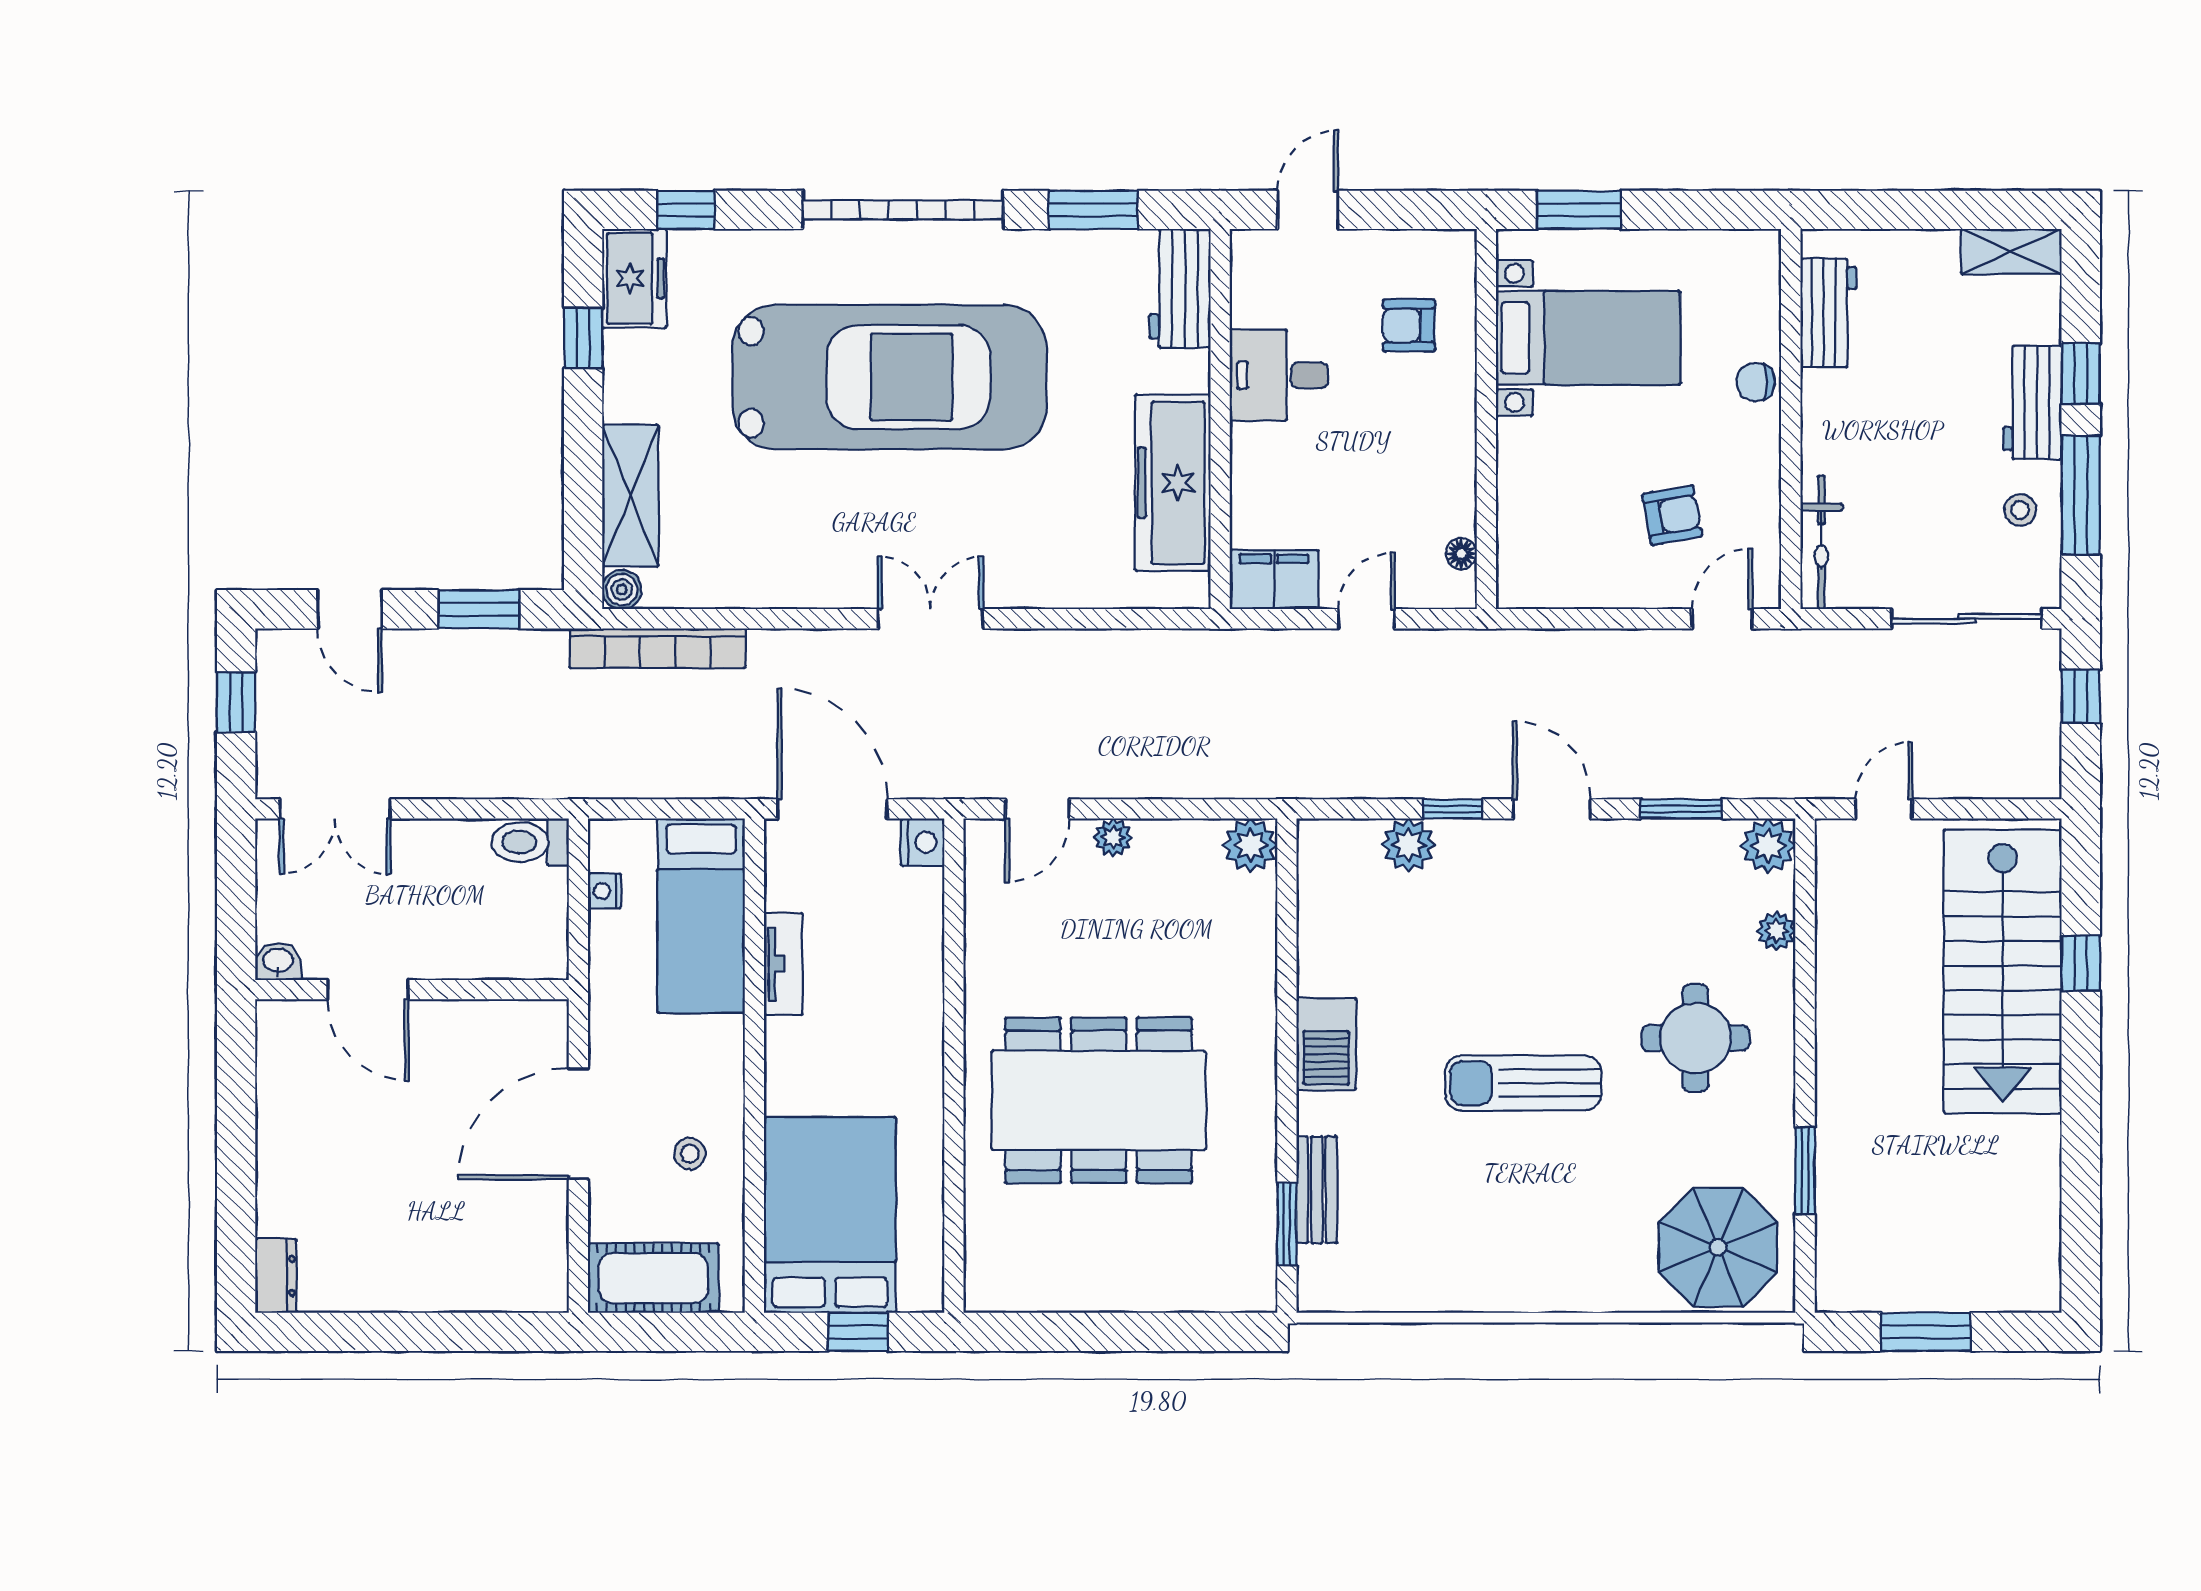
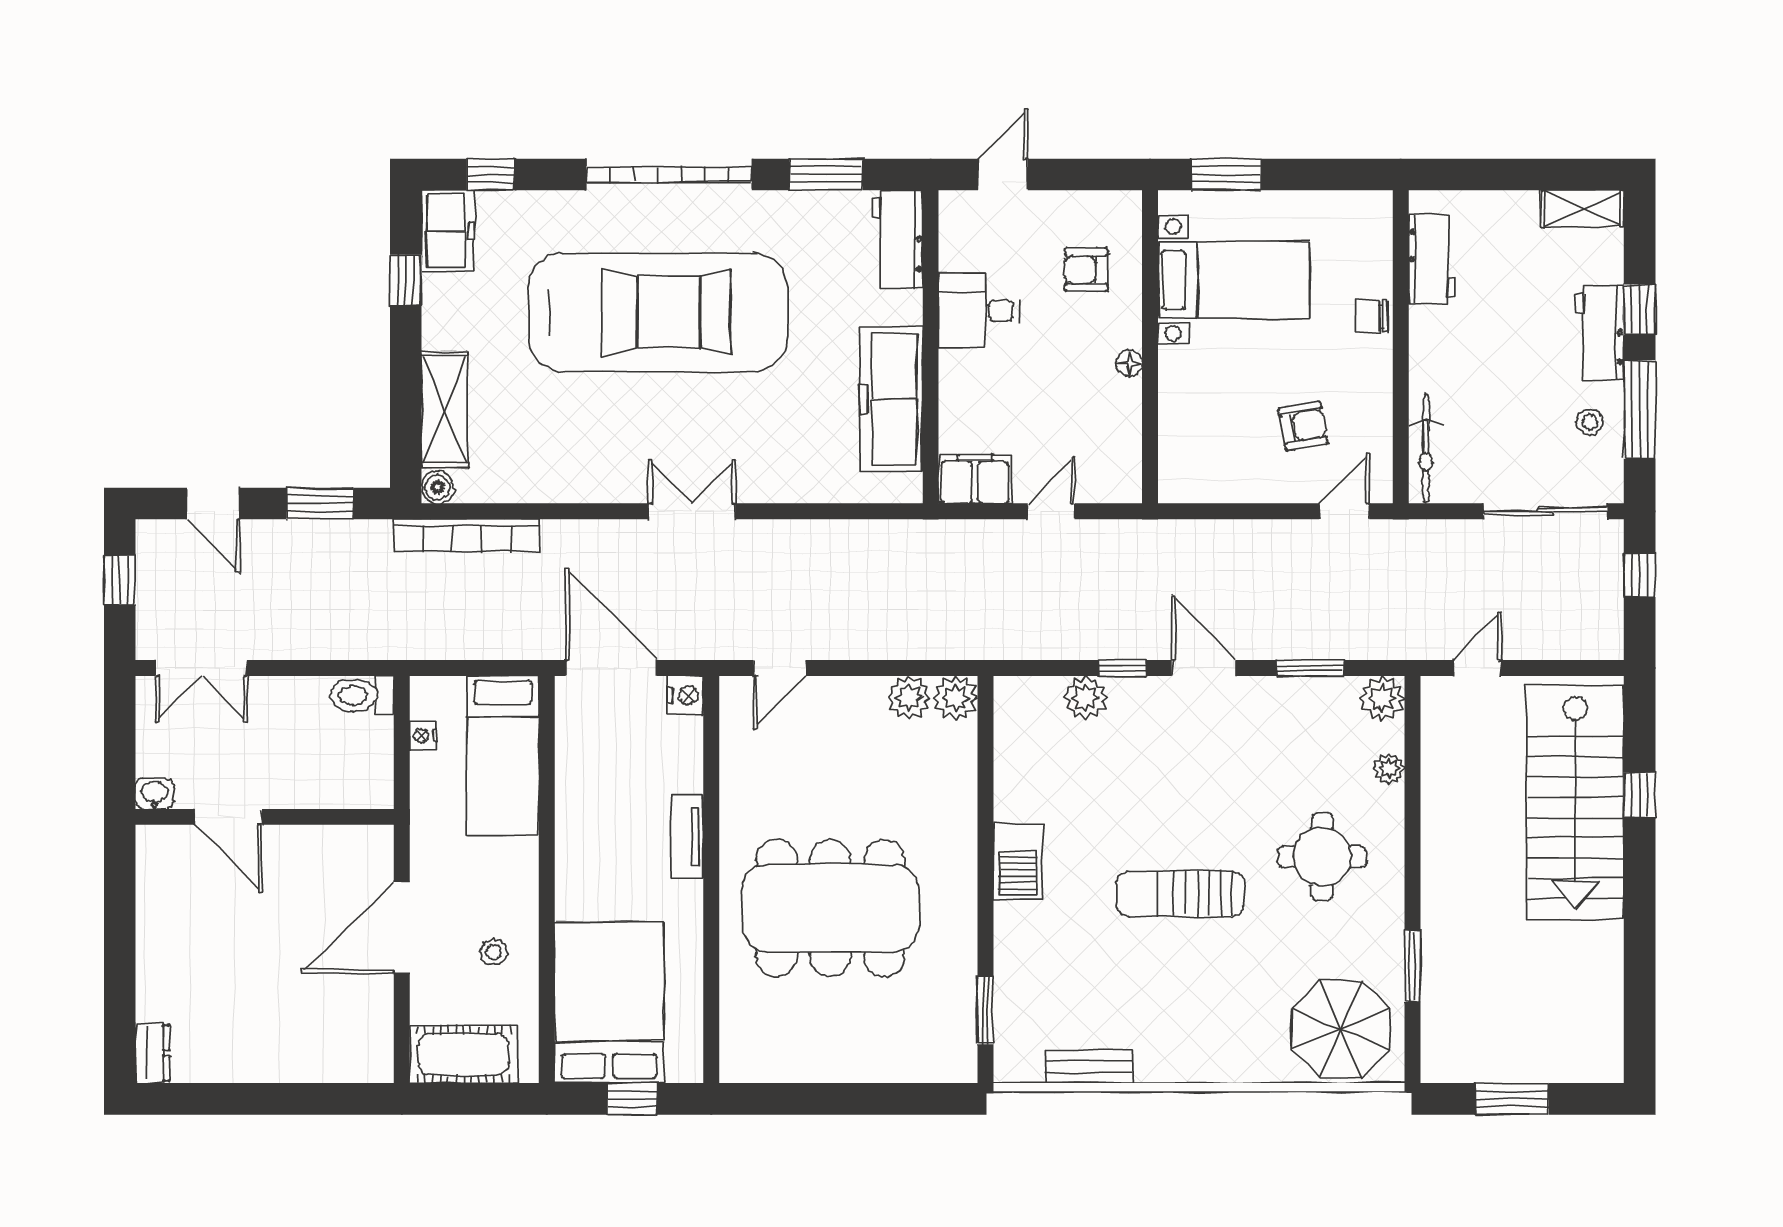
floor lamp: (1461, 554) -> (1129, 363), moved
plant: (1113, 837) -> (909, 697), moved, width x1.38, depth x1.38
tv unit: (783, 964) -> (687, 837), moved, turned 180
bench: (1317, 1190) -> (1089, 1066), moved, turned 90

